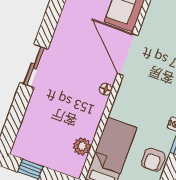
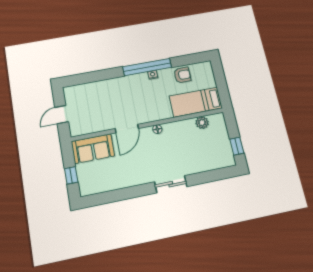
door: (128, 54) -> (127, 129), width x0.73

